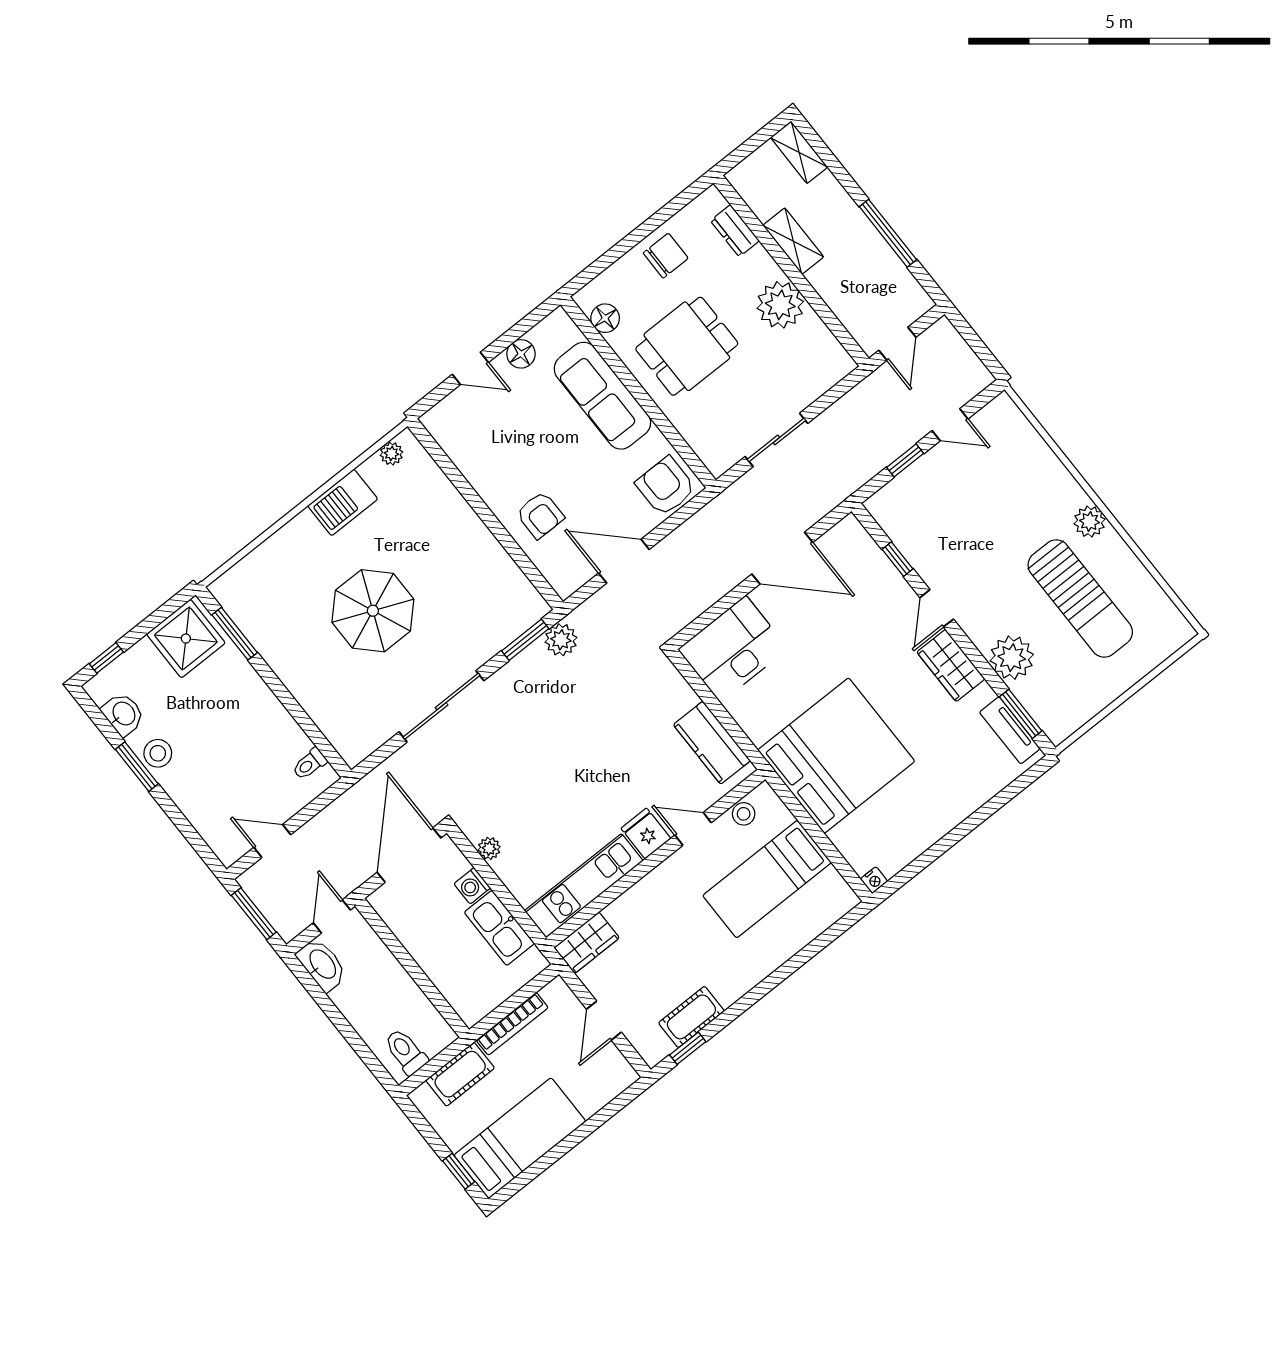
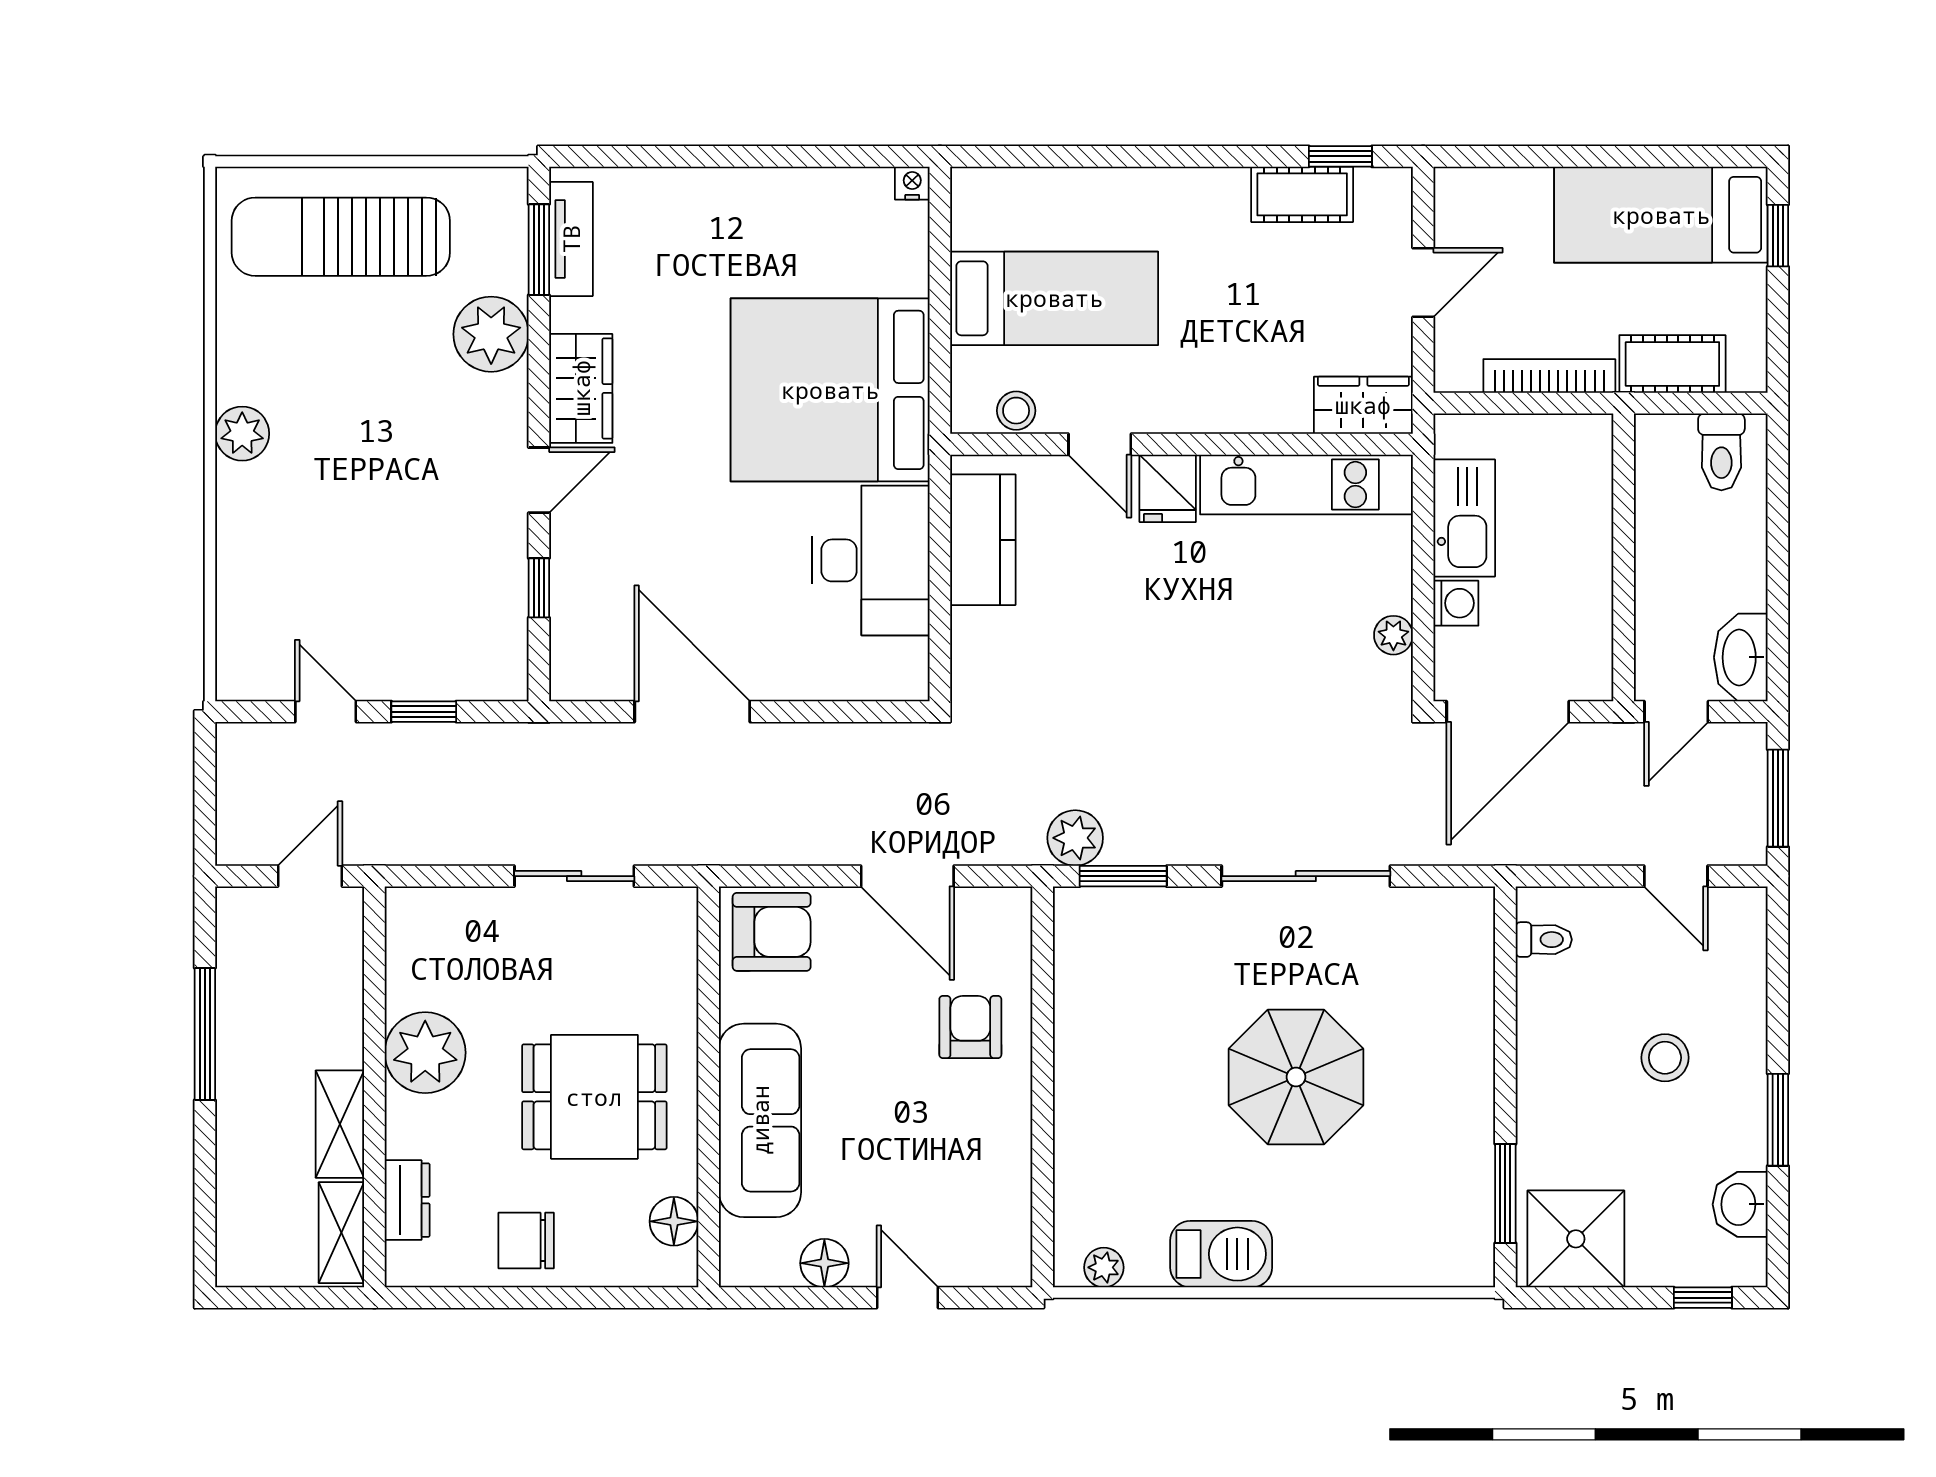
shelving: (799, 152) -> (341, 1233), moved
armchair: (666, 486) -> (772, 932), turned -90
sun lounger: (1080, 599) -> (341, 237), moved, turned -90
desk: (733, 649) -> (871, 560), moved, turned -90
stool: (158, 753) -> (1665, 1058), moved

